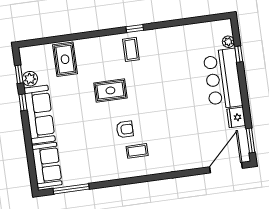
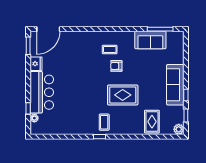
plant: (30, 79) -> (179, 129), moved
rug: (110, 90) -> (123, 95), width x1.36, depth x1.43
sofa: (47, 165) -> (150, 40), moved, turned -90

